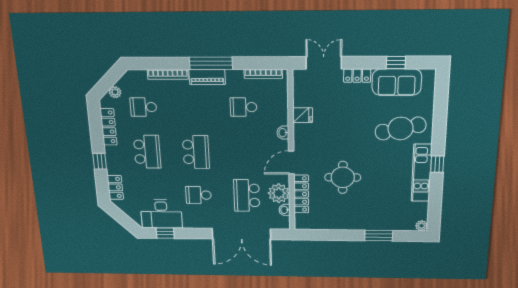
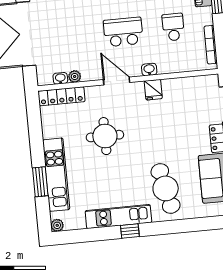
fridge: (303, 115) -> (153, 90), moved
plant: (279, 193) -> (75, 76), width x0.53, depth x0.53
locker: (301, 194) -> (61, 96), moved
school desk: (247, 195) -> (123, 32), moved
kitchen unit: (374, 222) -> (56, 175), added

